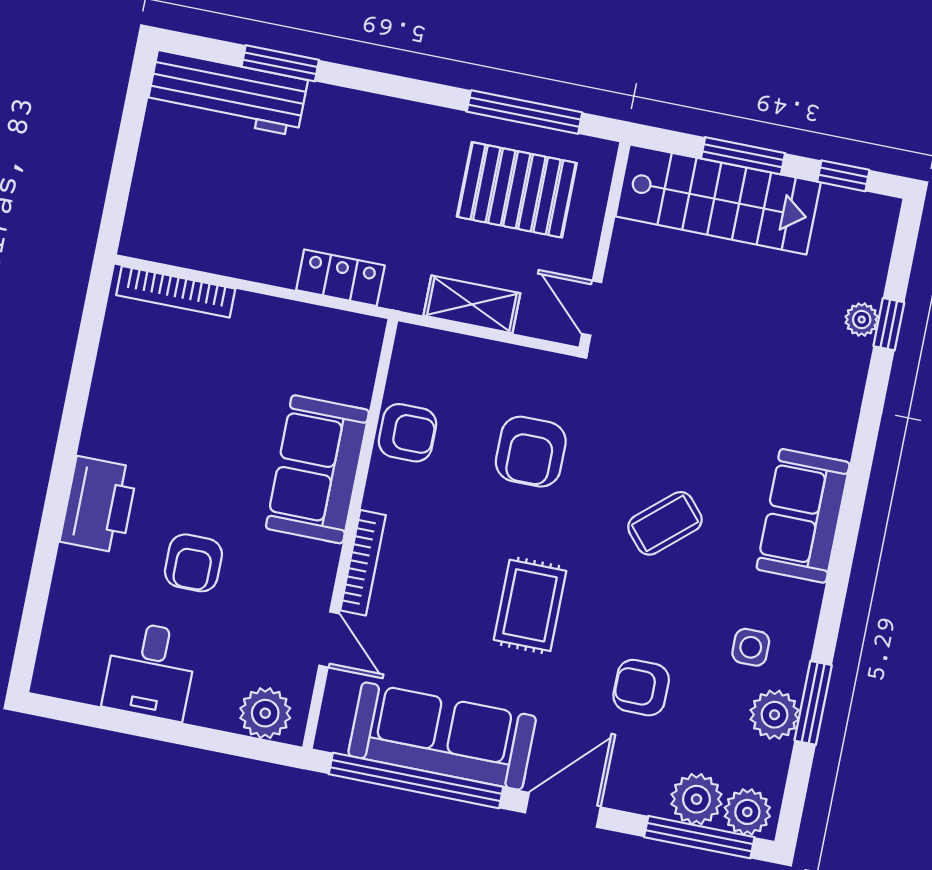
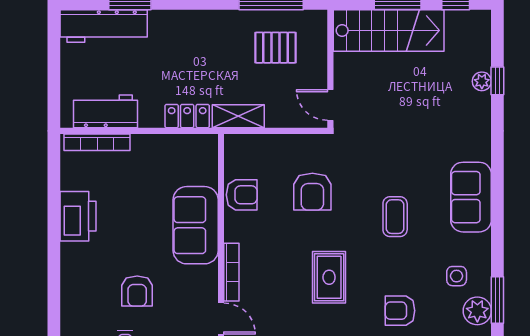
pallet: (517, 190) -> (276, 48), width x0.67, depth x0.71
workbench: (201, 241) -> (105, 111), added
shelving: (472, 304) -> (238, 116), moved
printer: (99, 505) -> (78, 216), moved
coffee table: (665, 523) -> (395, 217), turned -49

